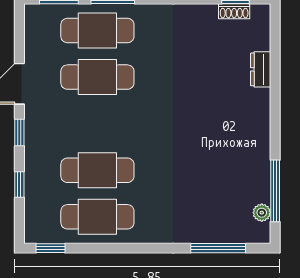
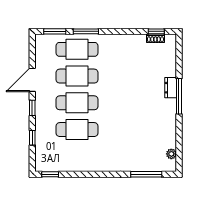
dresser: (261, 69) -> (171, 88), moved
window: (275, 191) -> (179, 96), moved
cafe table: (97, 217) -> (77, 103), moved

